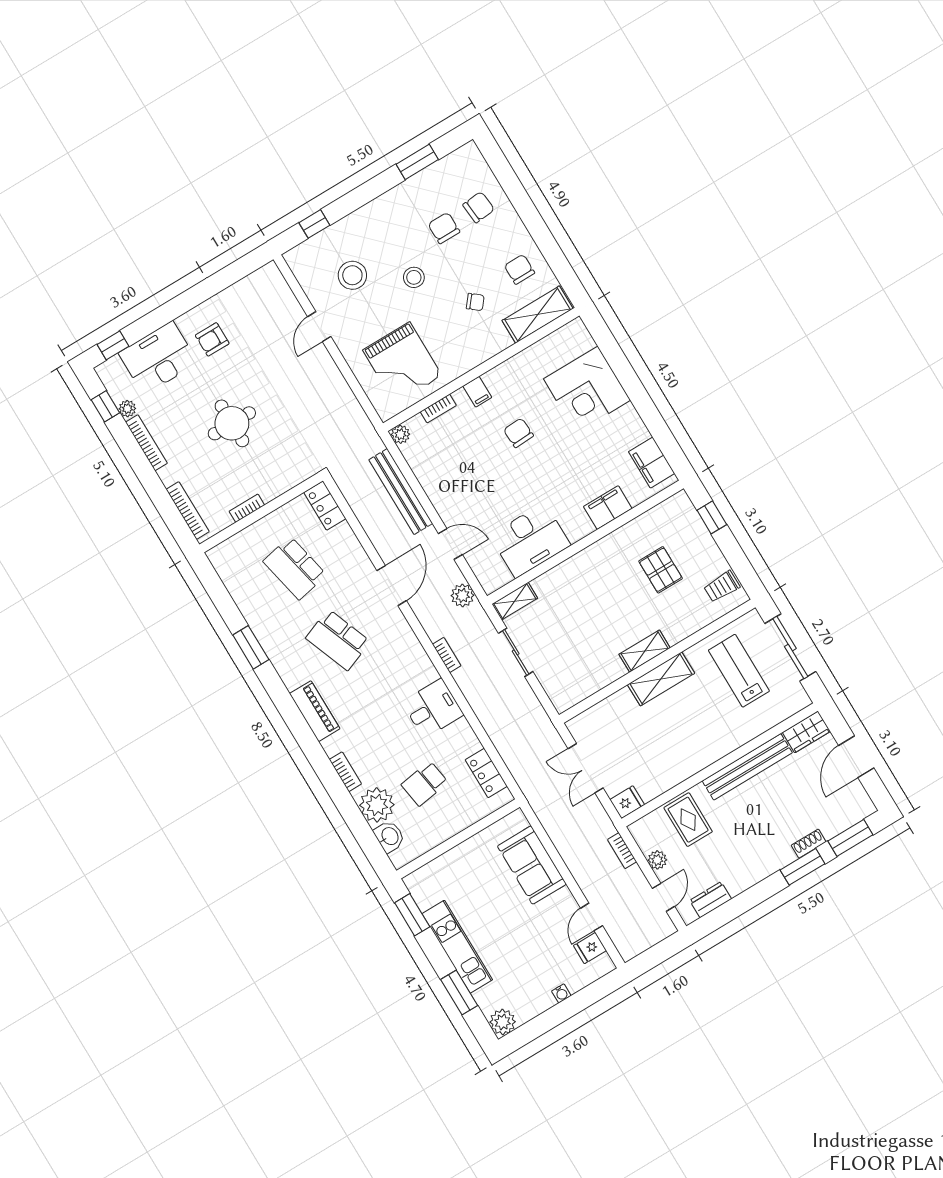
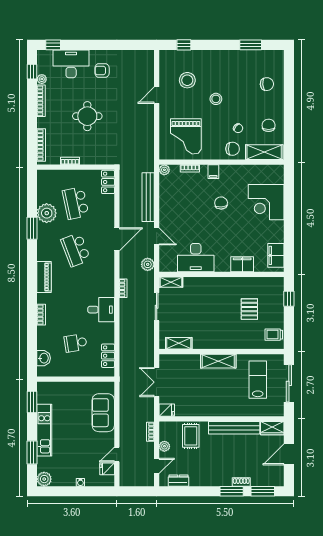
chair: (444, 228) -> (233, 149), moved, turned 90
shelving: (645, 651) -> (179, 343), moved
plant: (377, 805) -> (47, 213), moved

